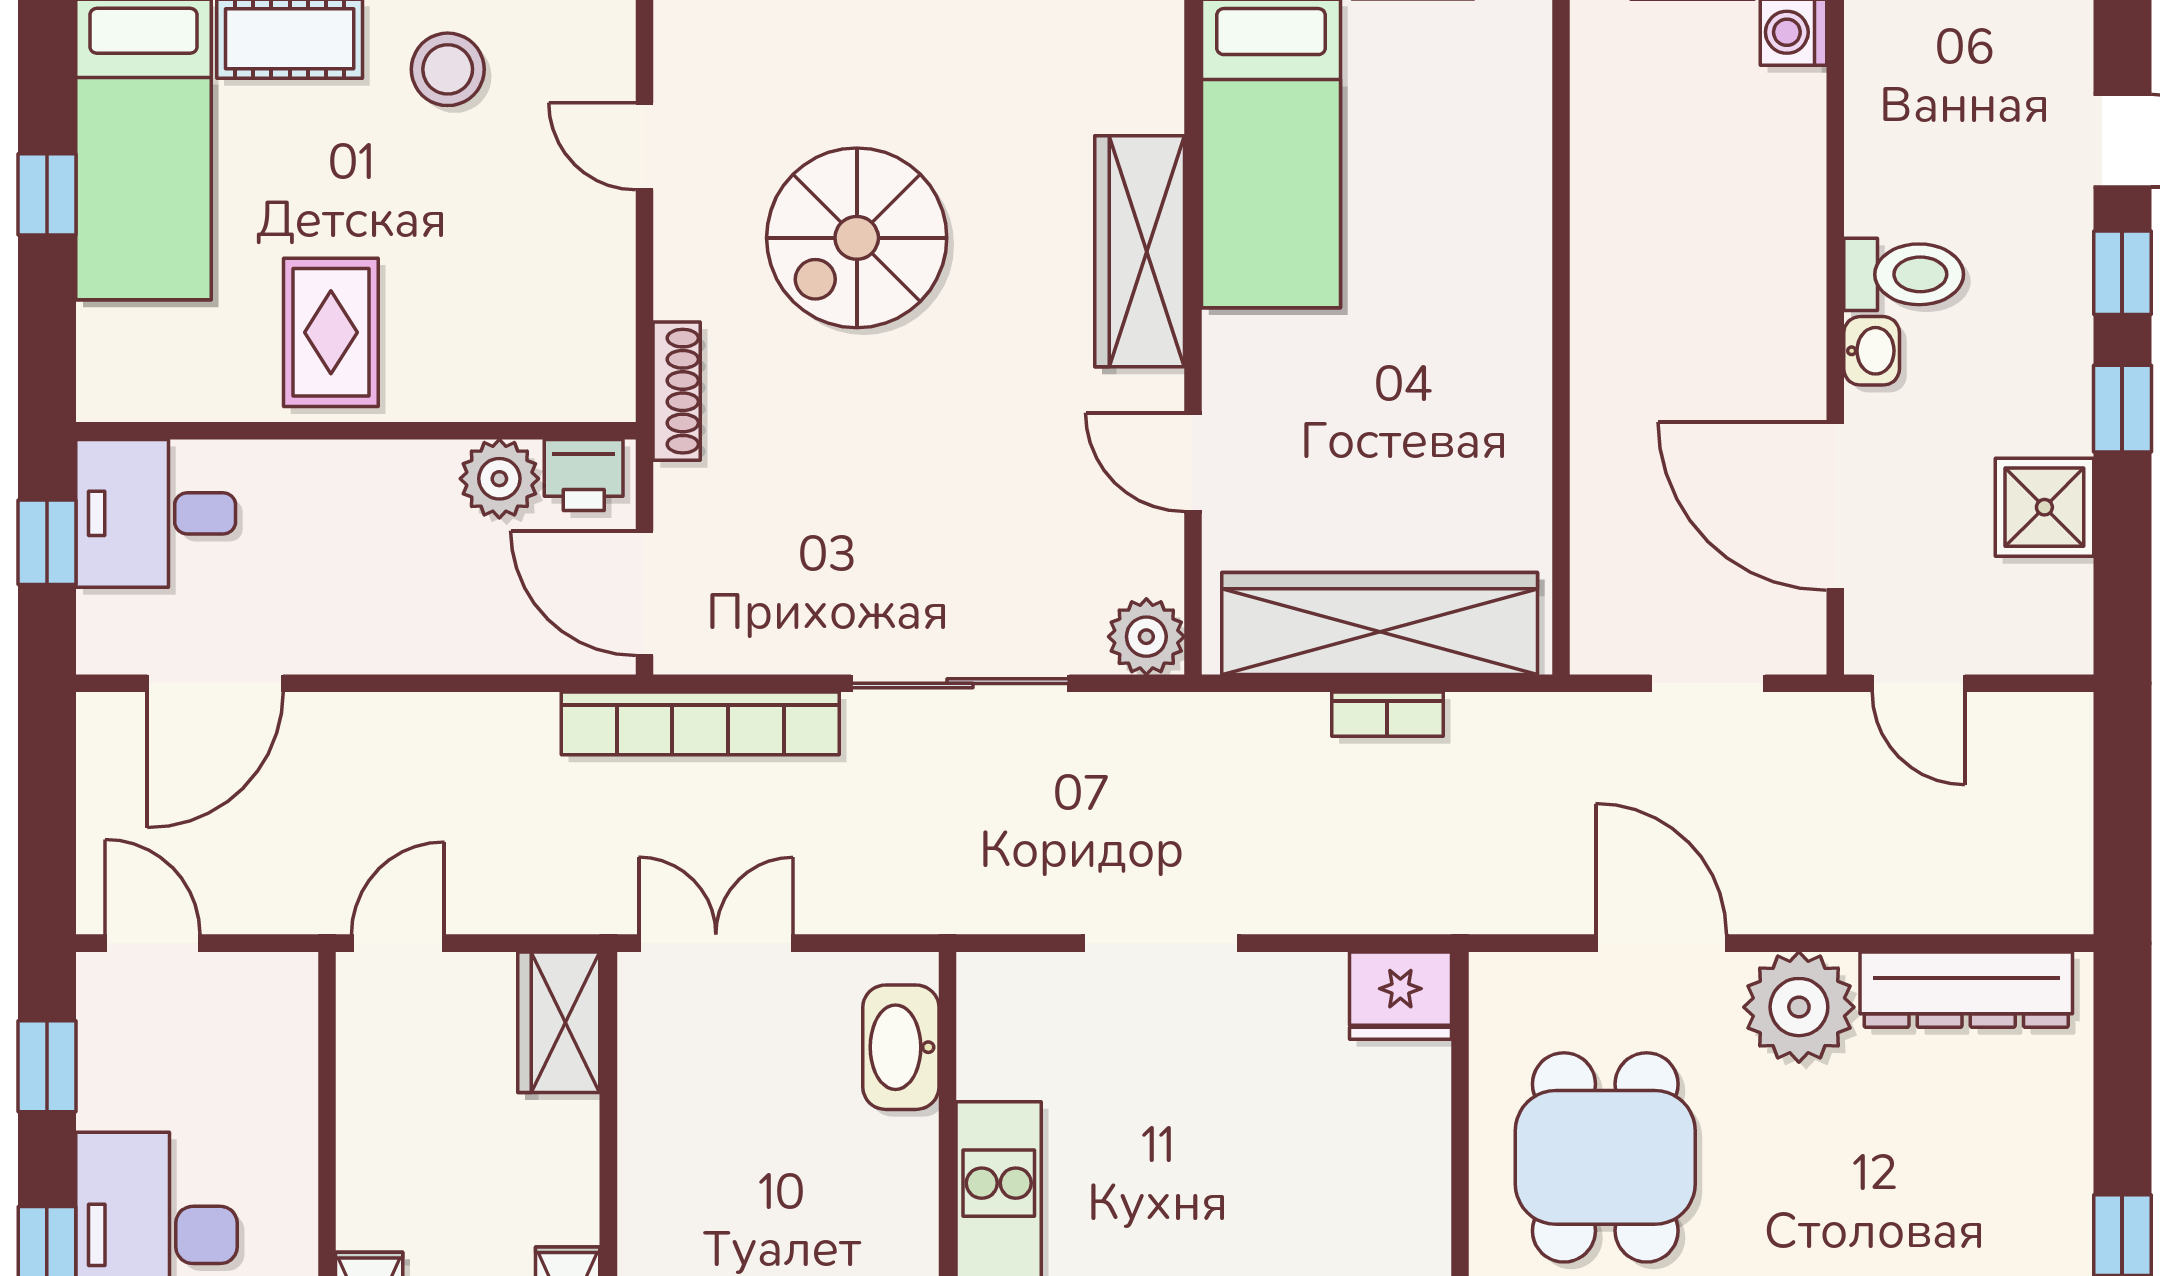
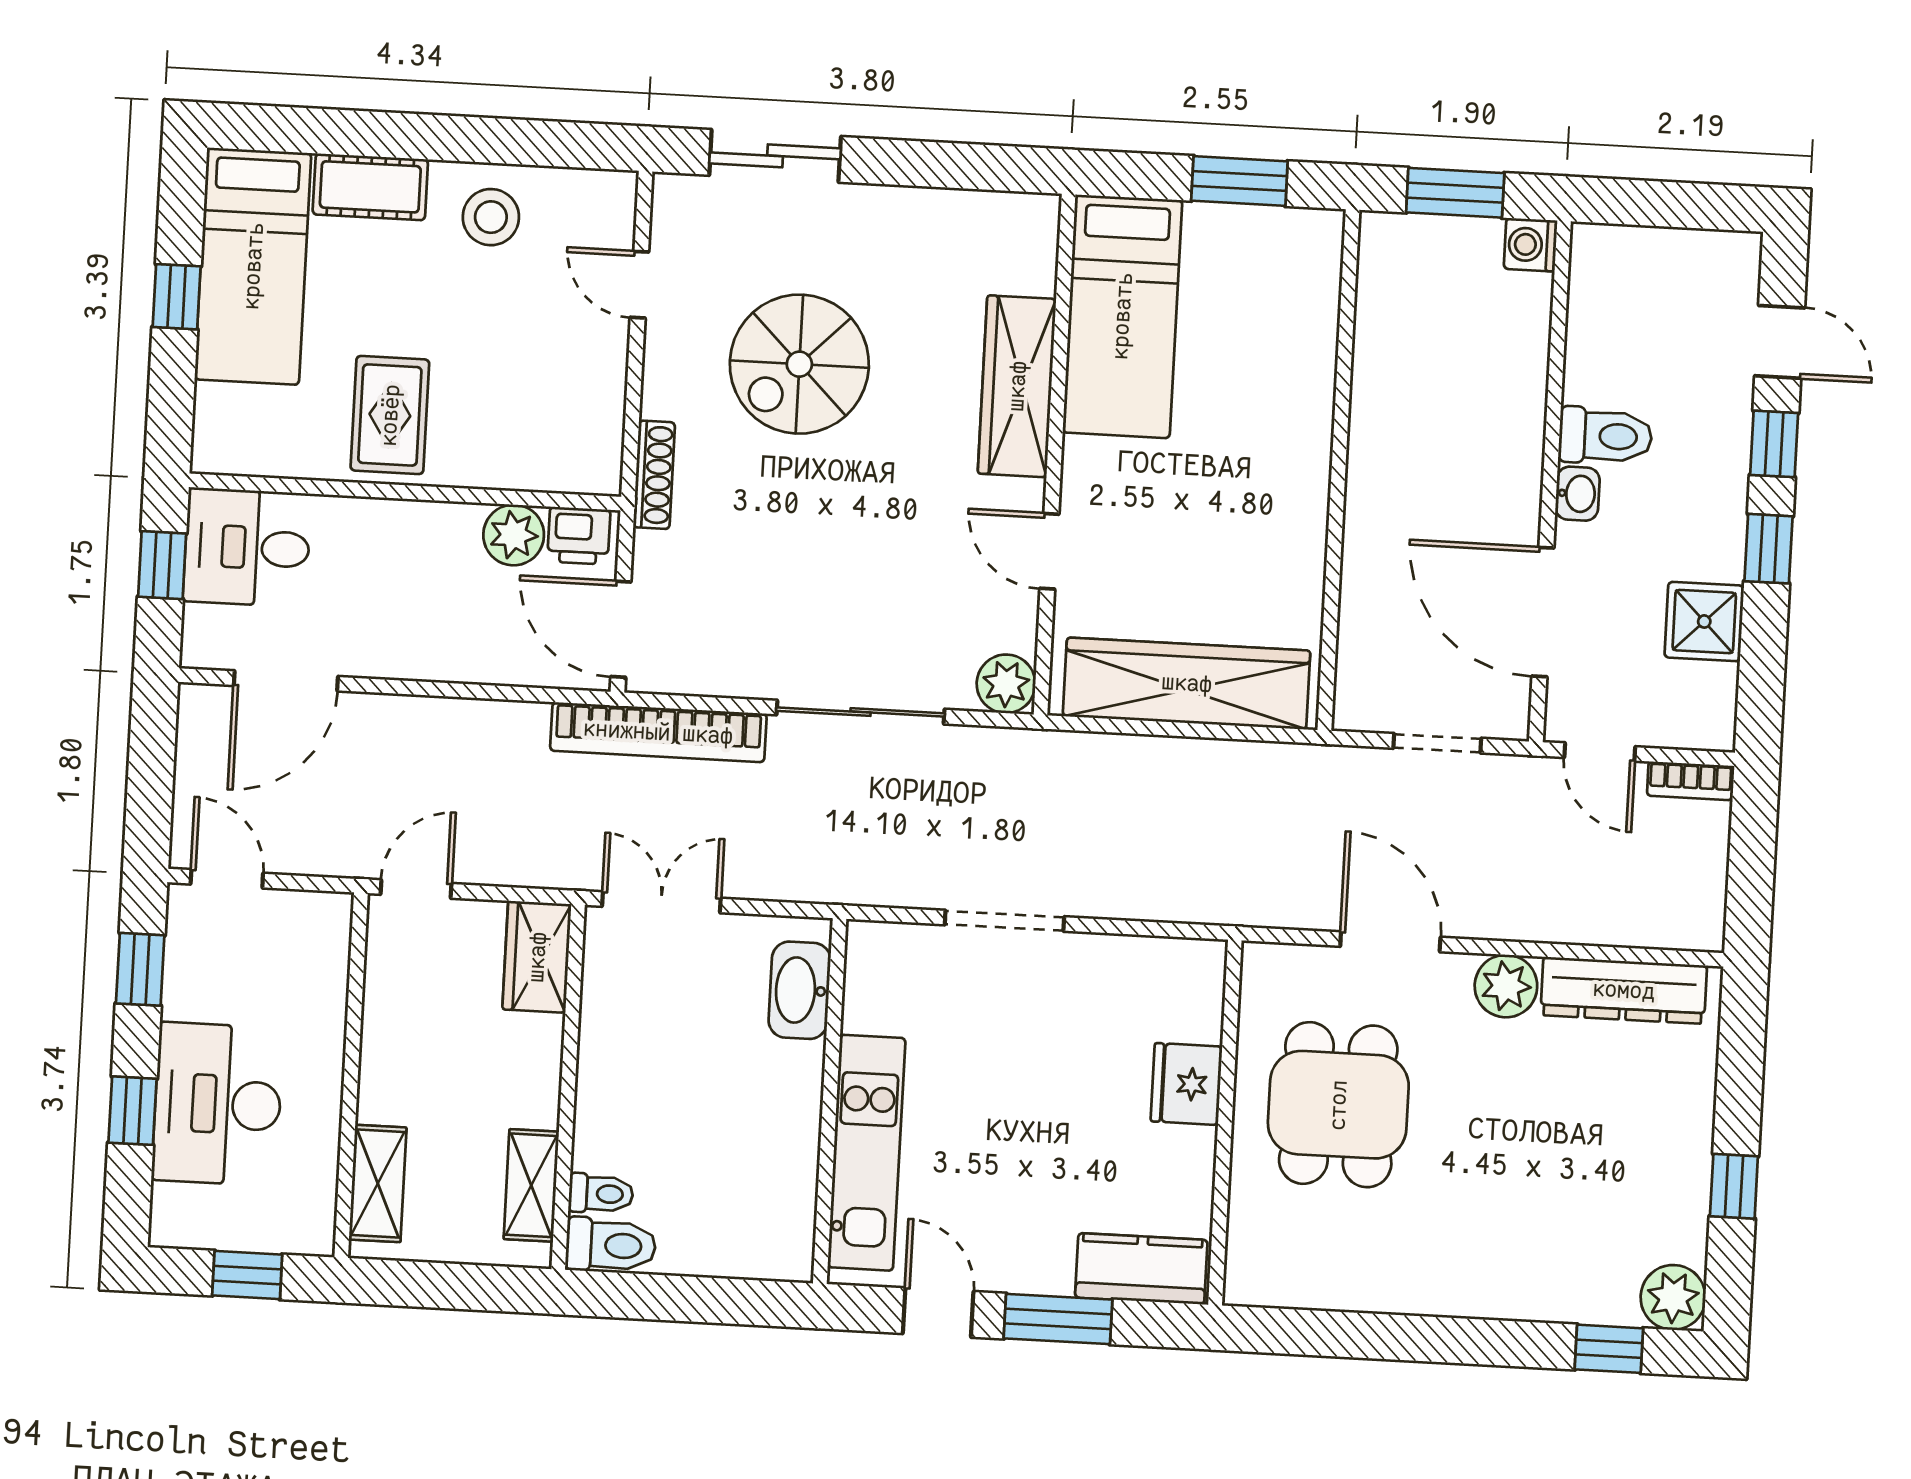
bookcase: (1387, 714) -> (1691, 781), moved
fridge: (1400, 996) -> (1186, 1084), moved, turned 90
plant: (1799, 1007) -> (1506, 986), width x0.73, depth x0.73

